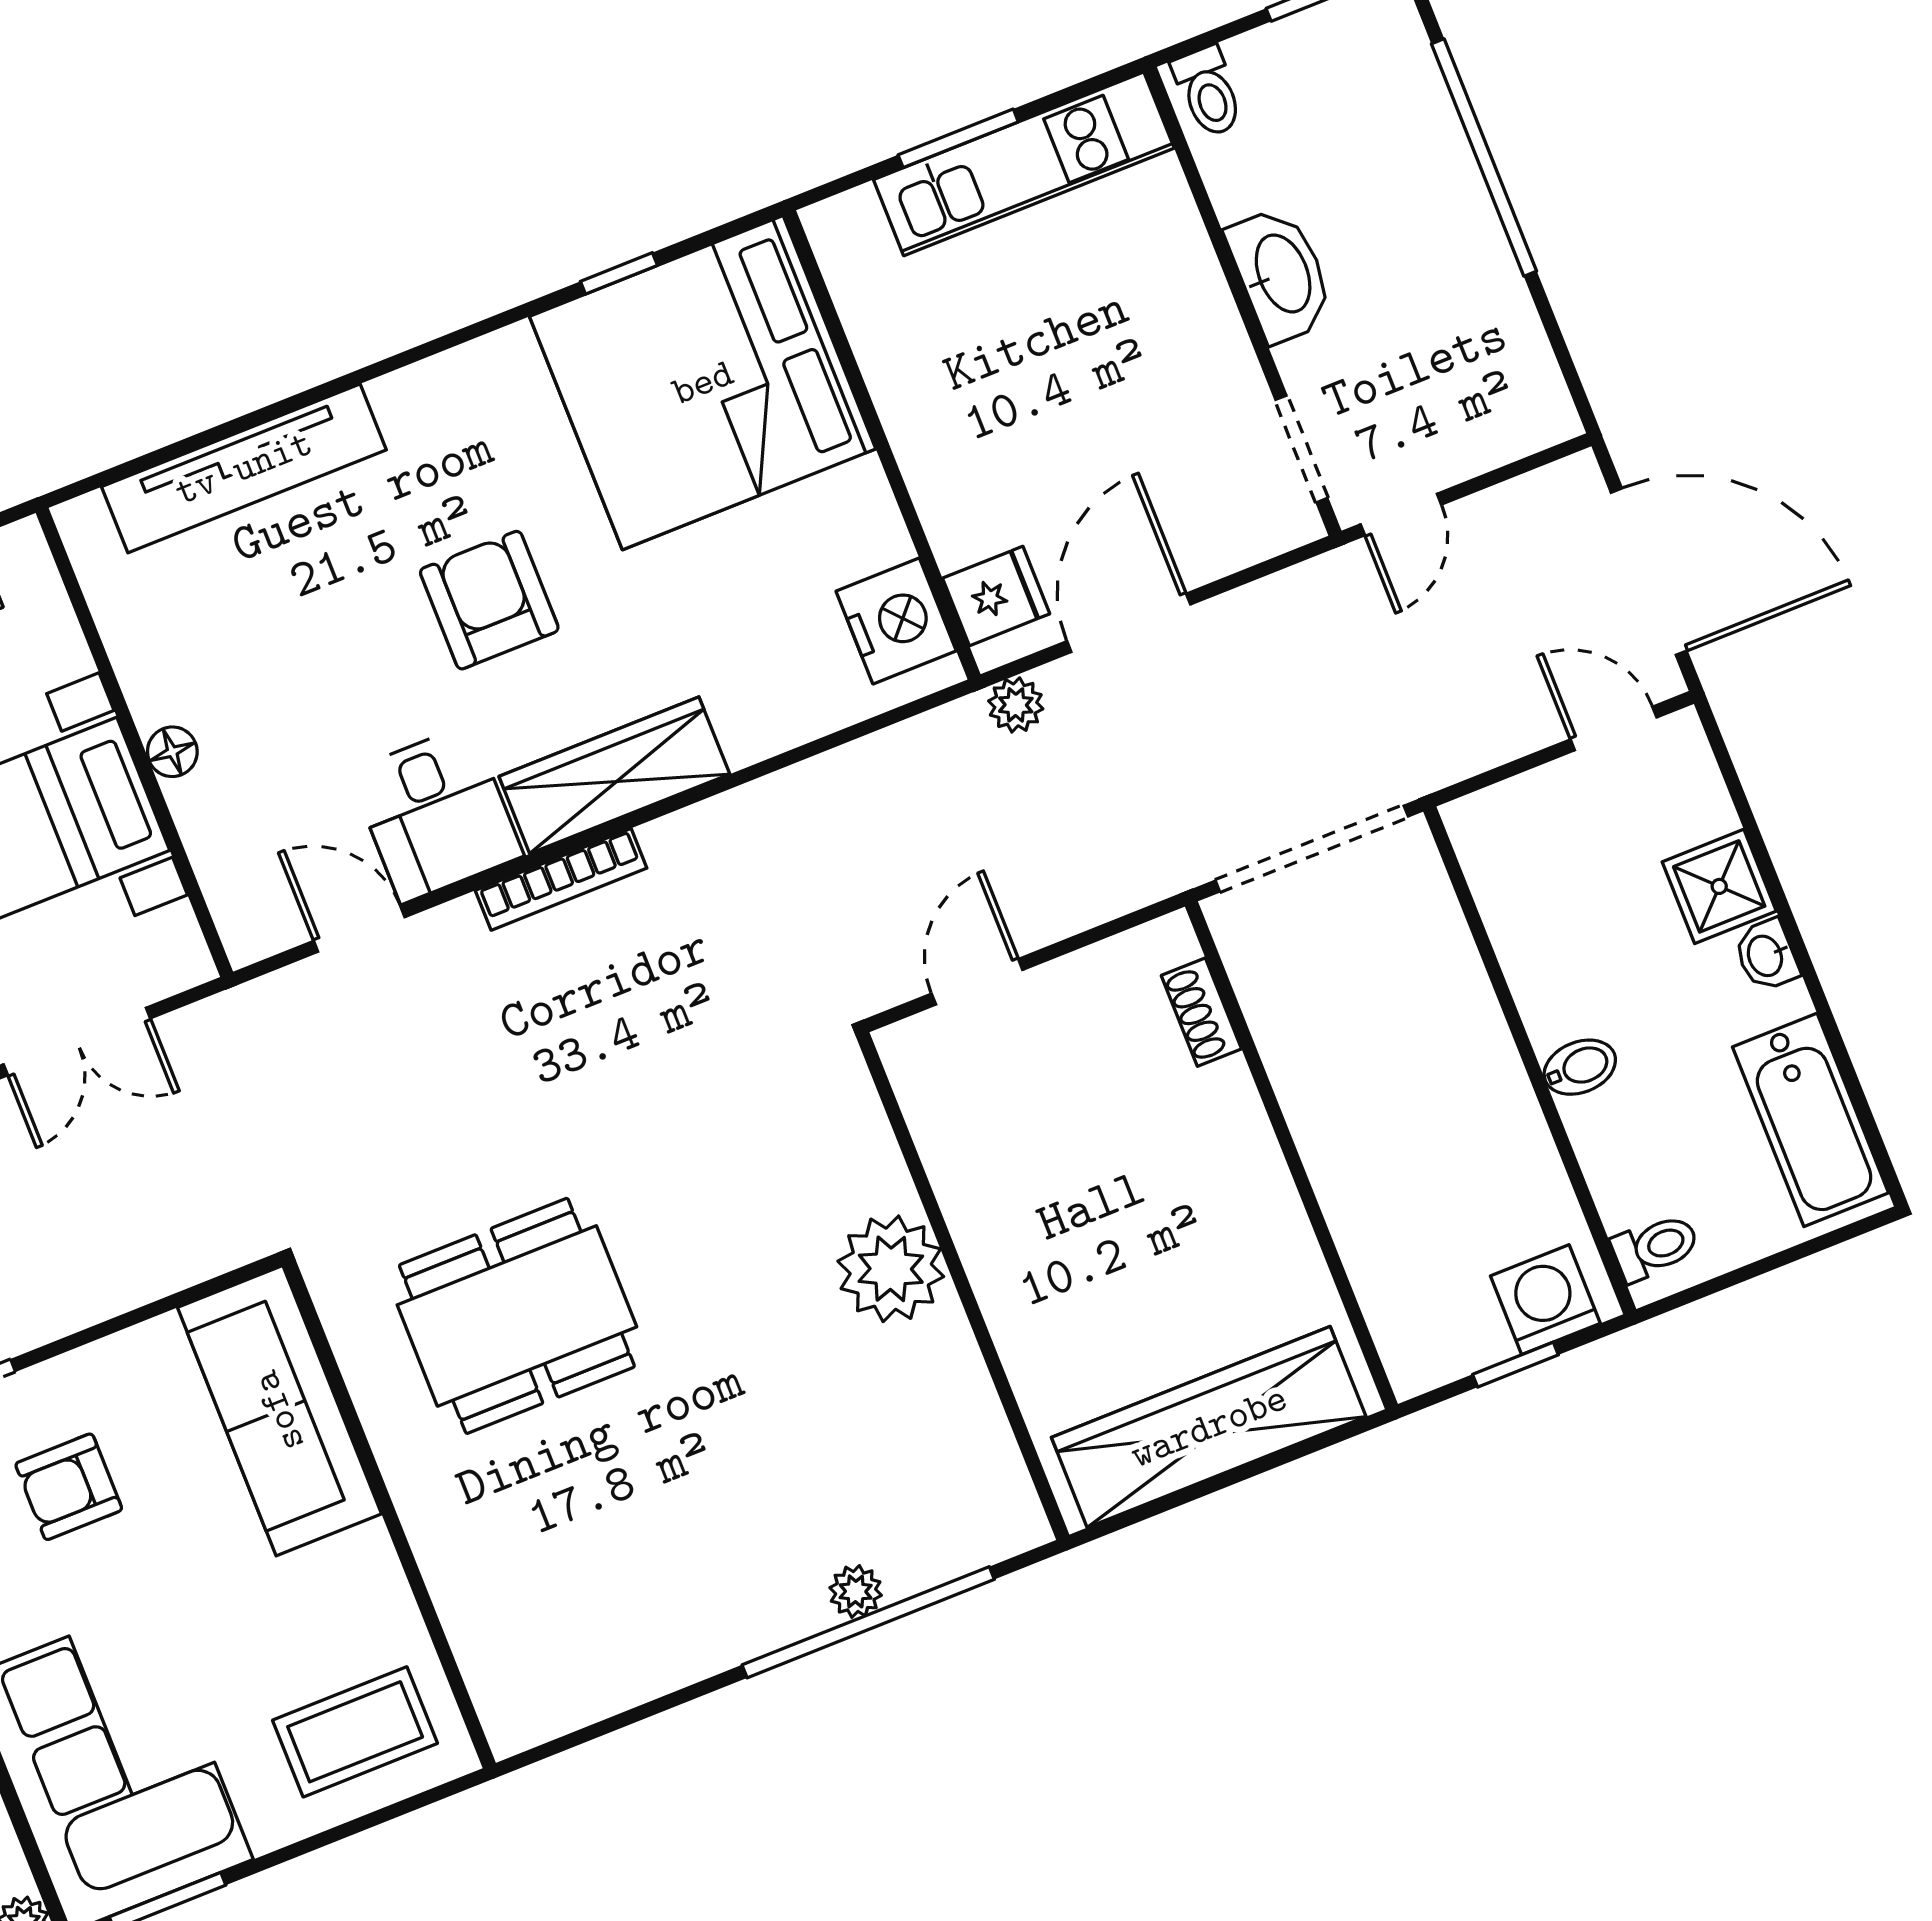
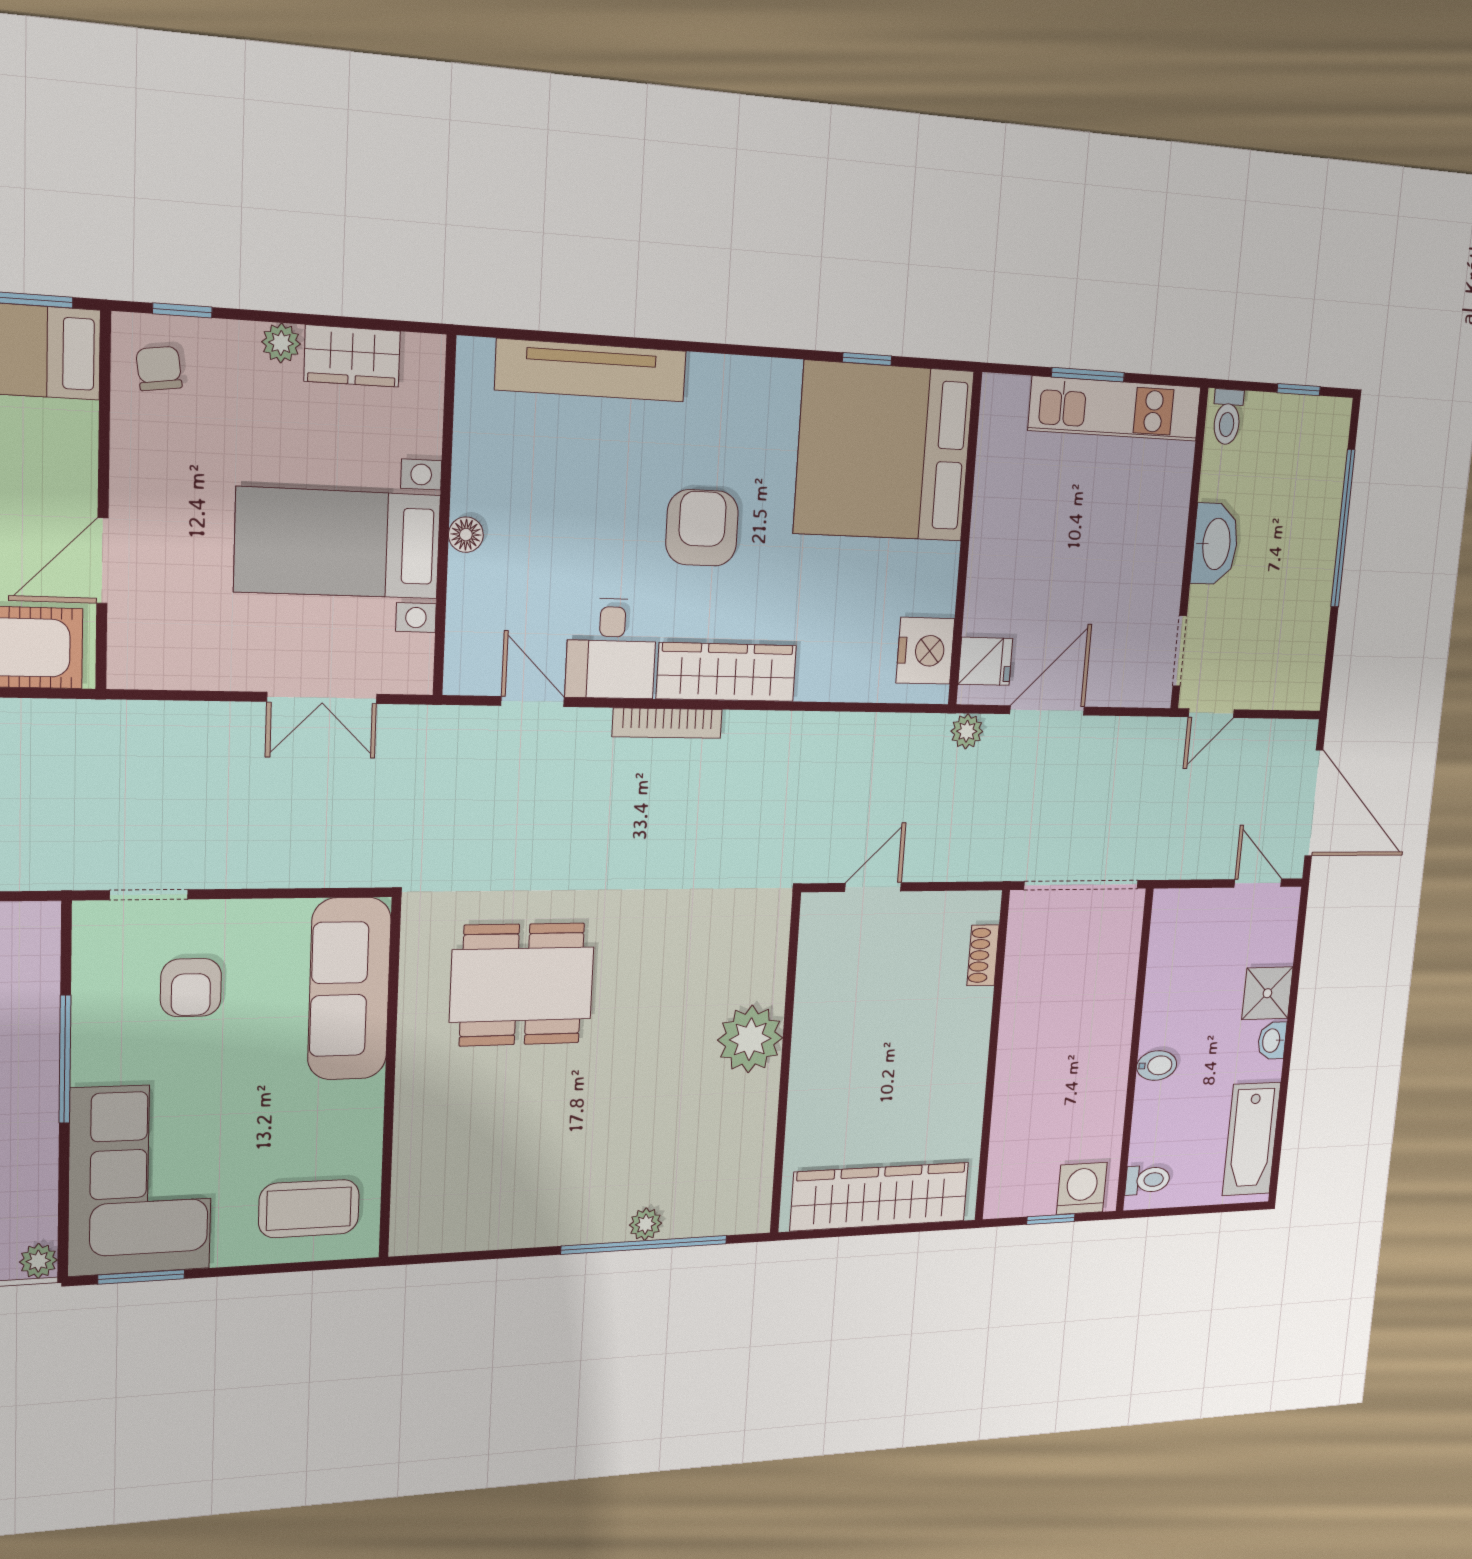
armchair: (69, 1487) -> (191, 988), turned -90

